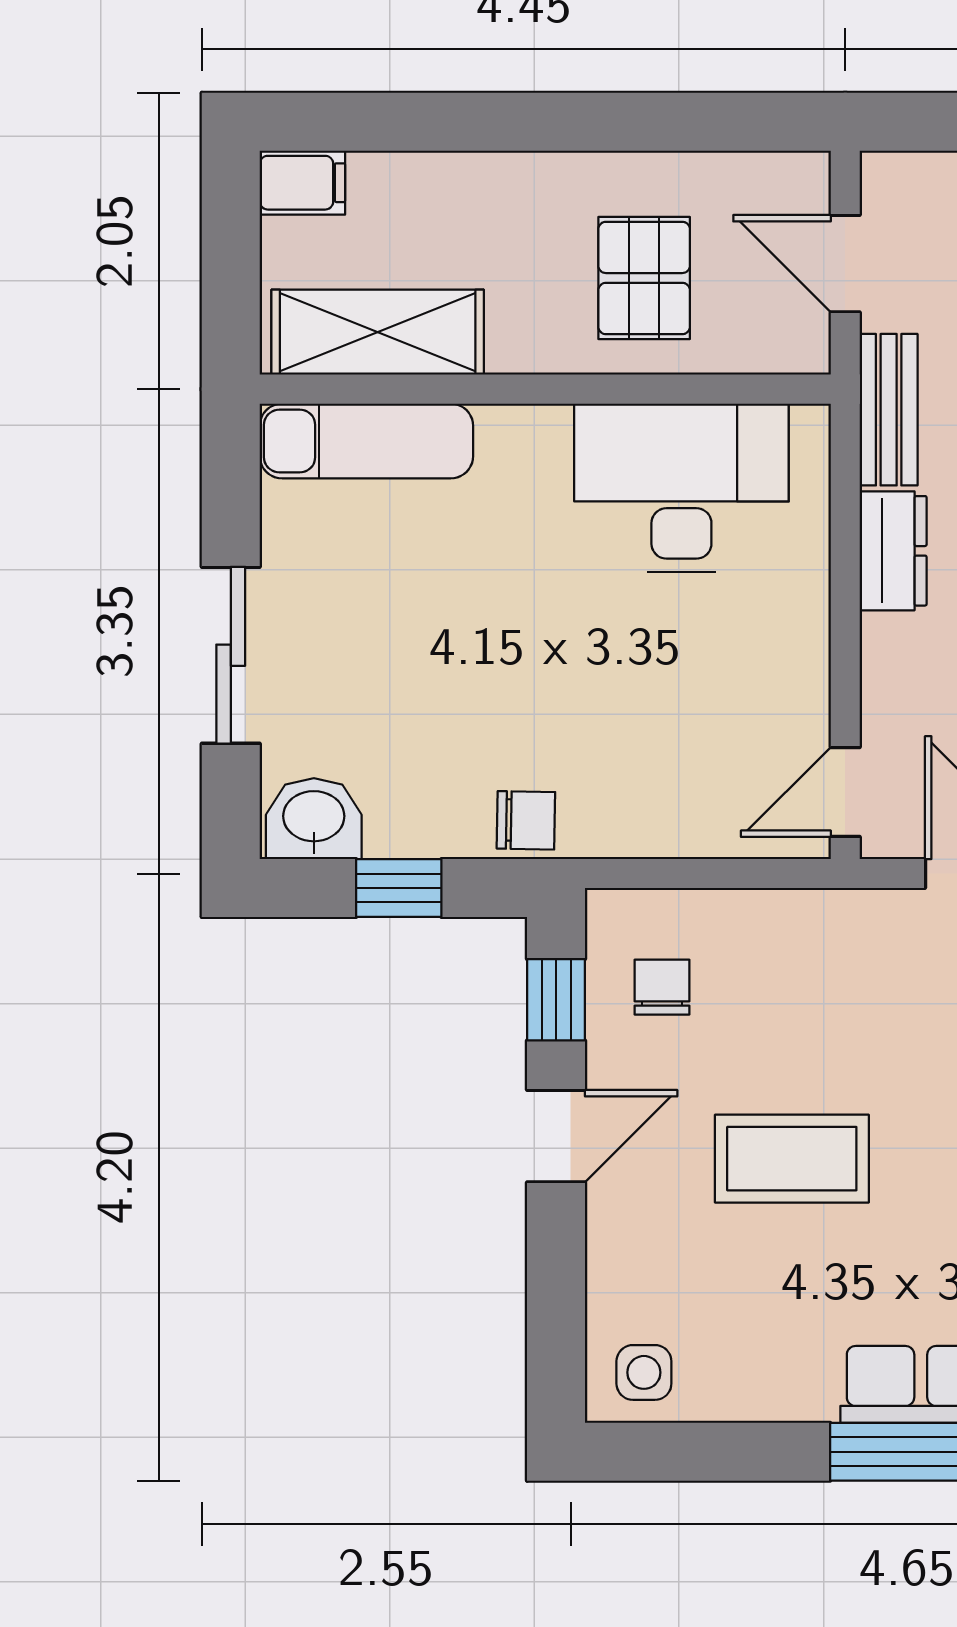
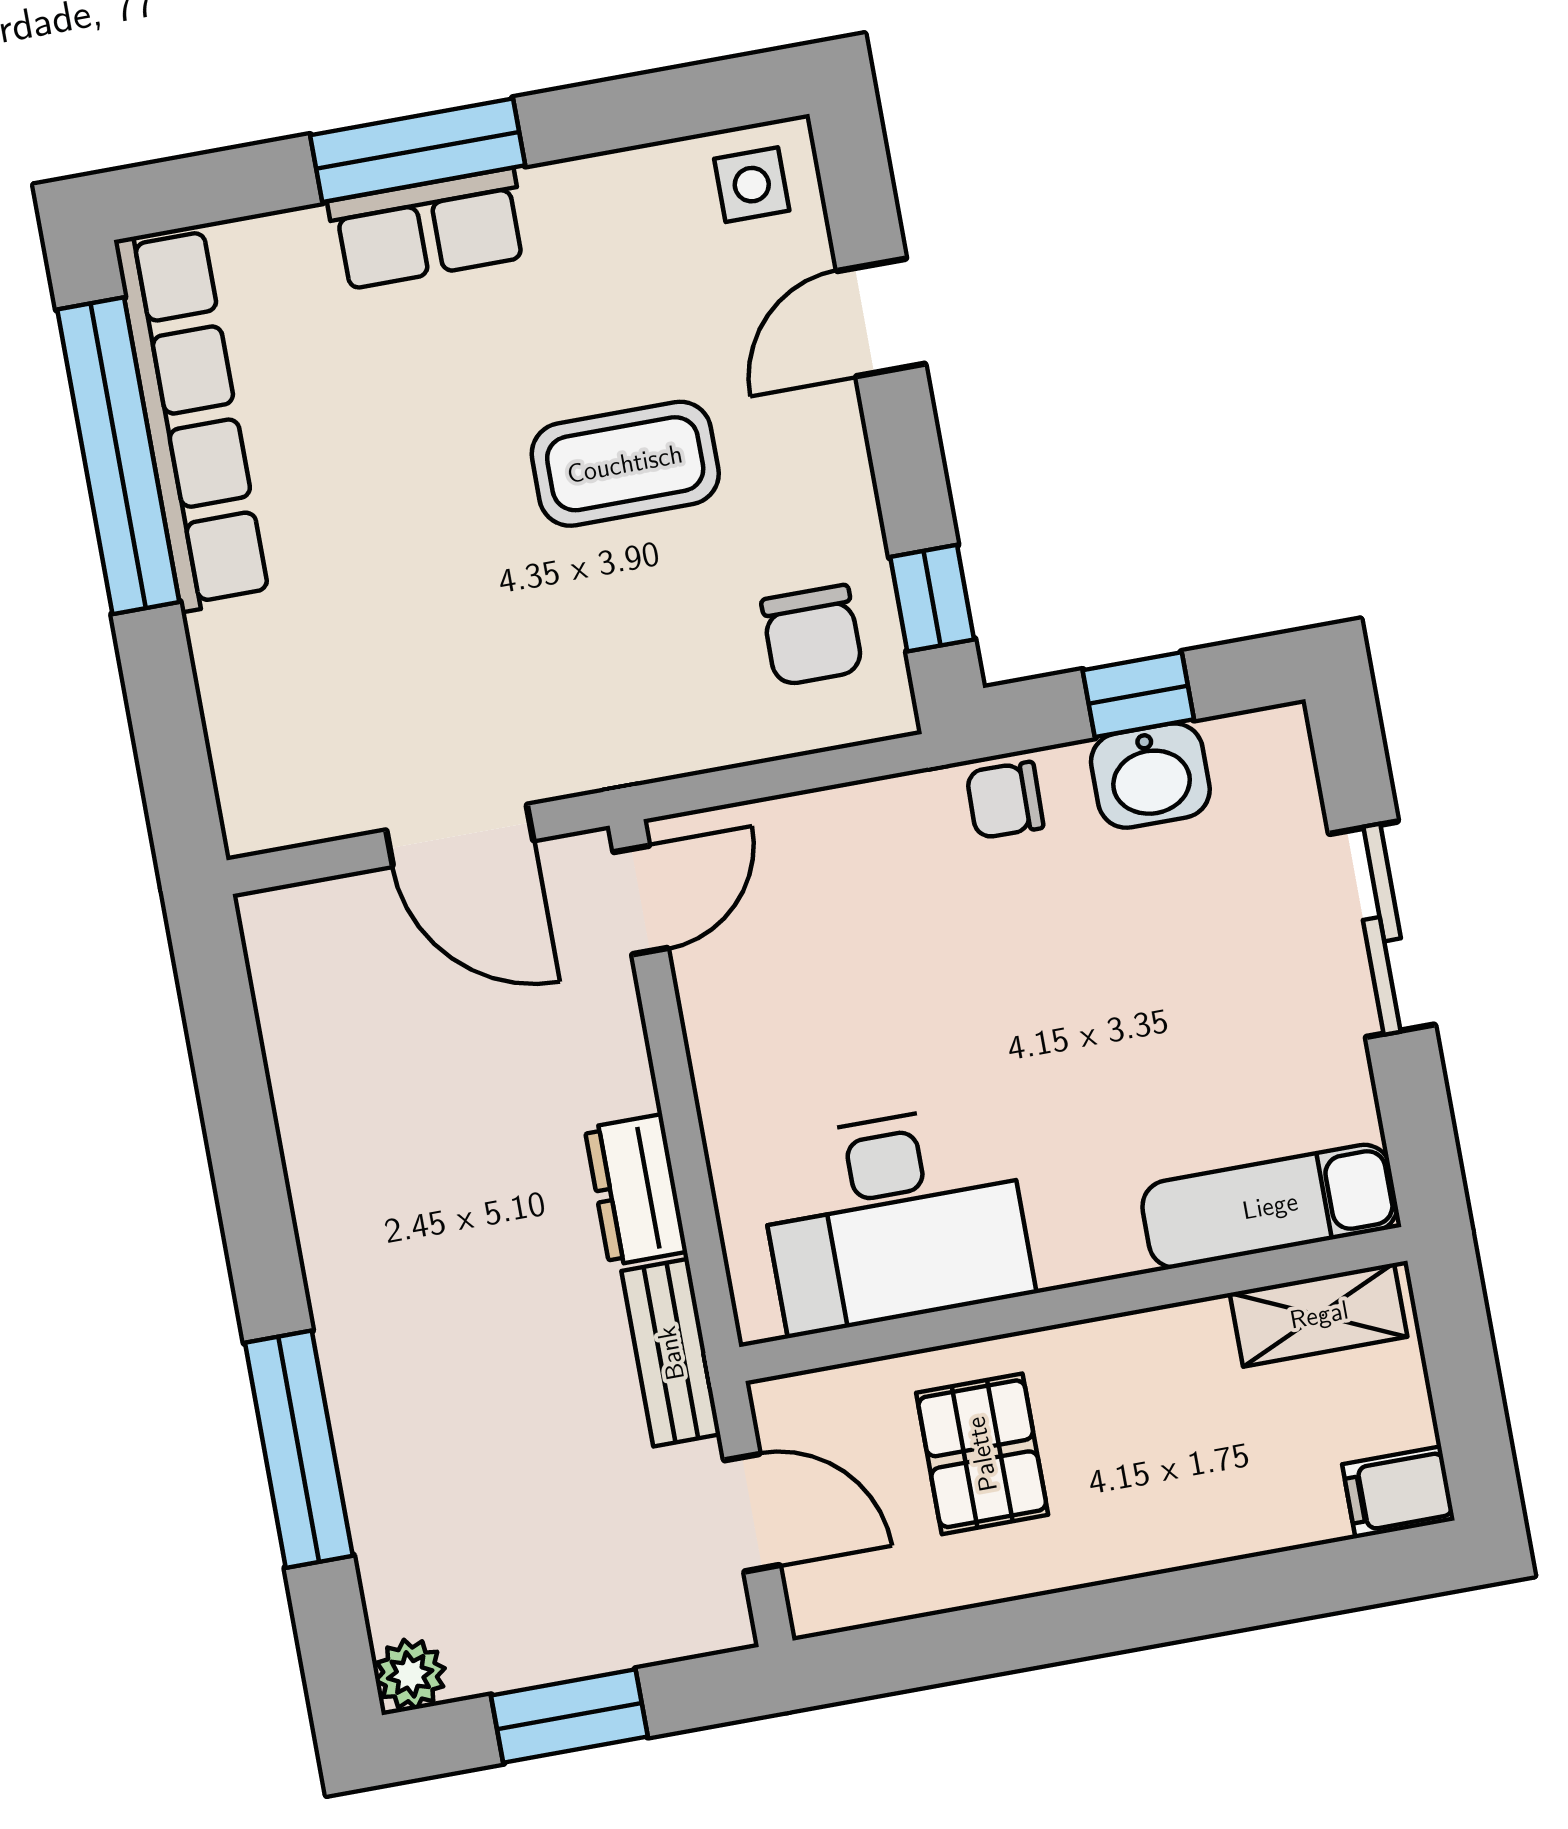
shelving: (378, 332) -> (1319, 1315), width x0.67, depth x0.75
washbasin: (314, 819) -> (1150, 776), moved
chair: (662, 987) -> (812, 635), width x1.37, depth x1.37
door: (556, 1136) -> (881, 317), moved

